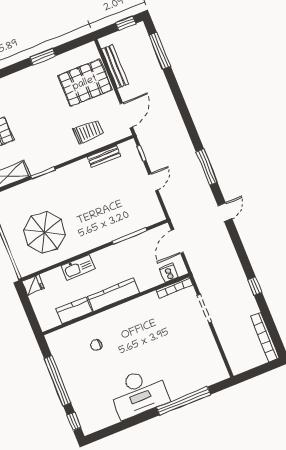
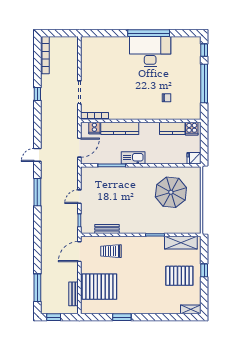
bench: (115, 66) -> (74, 294), width x0.73
kitchen sink: (78, 267) -> (133, 158), moved
kitchen counter: (113, 295) -> (120, 128), moved
cooker: (50, 320) -> (192, 129), added
window: (183, 401) -> (149, 33), moved

